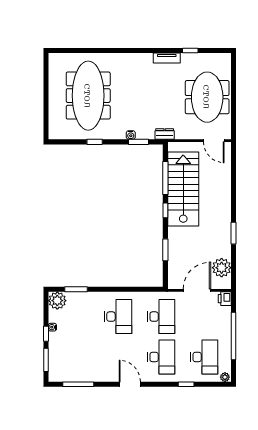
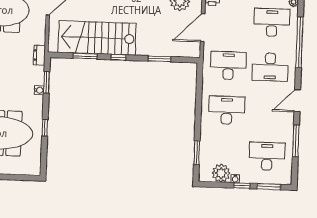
window: (165, 178) -> (85, 56), width x0.69
door: (197, 290) -> (203, 28), hinge flipped
plant: (57, 301) -> (221, 173), moved
desk: (75, 357) -> (267, 156), added
desk: (161, 357) -> (270, 67), turned 180
window: (78, 384) -> (296, 141), moved
window: (186, 384) -> (299, 42), width x3.17

